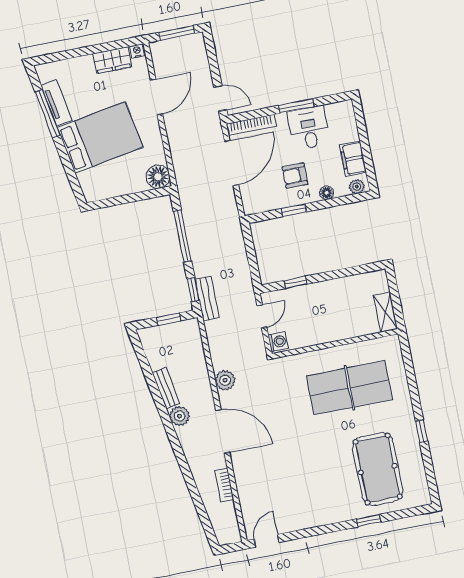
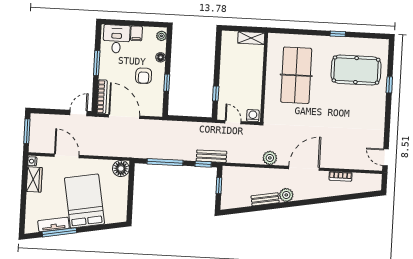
desk: (309, 128) -> (116, 39), moved, turned 90
filing cabinet: (353, 159) -> (136, 33), width x0.50

